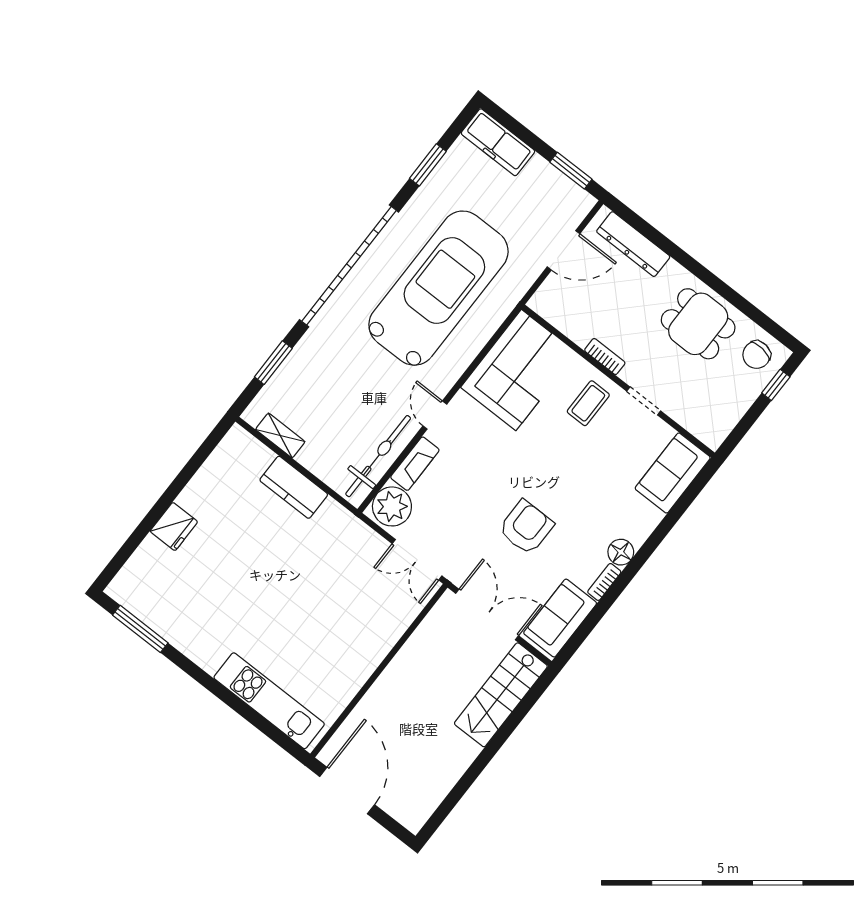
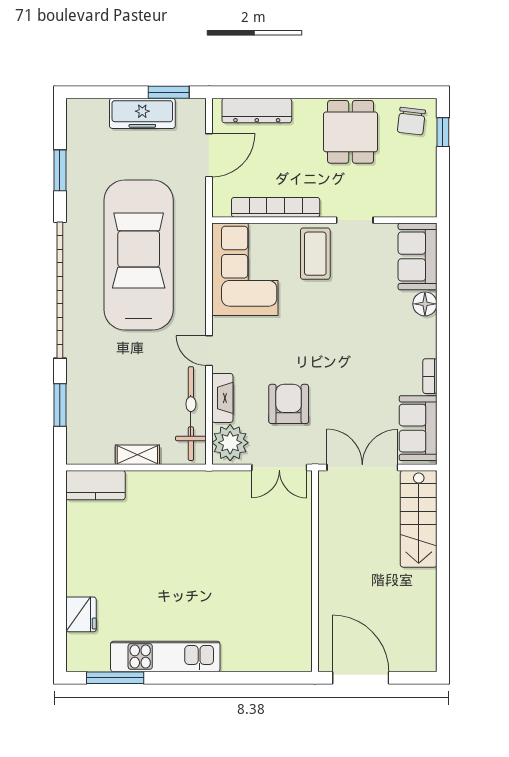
freezer: (498, 142) -> (142, 113), moved
dining table: (698, 324) -> (351, 132), turned 90
bookcase: (605, 357) -> (276, 207), width x2.31, depth x1.31
coffee table: (588, 403) -> (315, 254), width x1.36, depth x1.30
shelving: (280, 436) -> (137, 455), moved
kitchen counter: (294, 487) -> (95, 485), moved
fridge: (174, 527) -> (81, 614), moved
armchair: (526, 527) -> (289, 404), moved
floor lamp: (621, 552) -> (425, 304), moved
kitchen unit: (269, 701) -> (165, 657), moved

